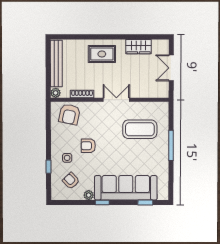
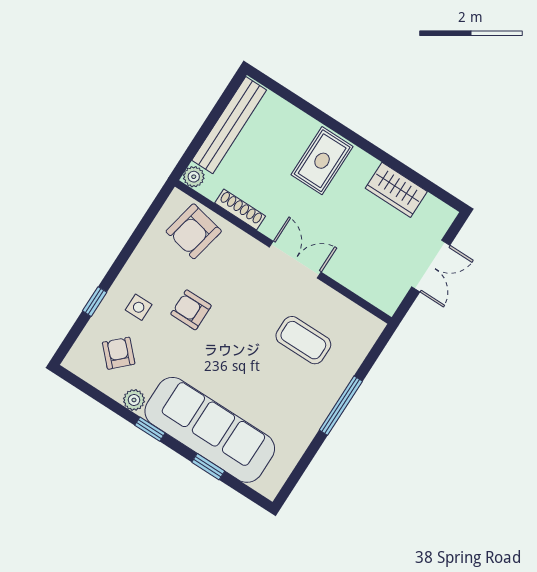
rug: (102, 54) -> (322, 161), turned 90
double door: (171, 68) -> (431, 266), swing flipped
coffee table: (140, 129) -> (303, 340), width x0.73, depth x0.76
window: (145, 202) -> (208, 467), moved

